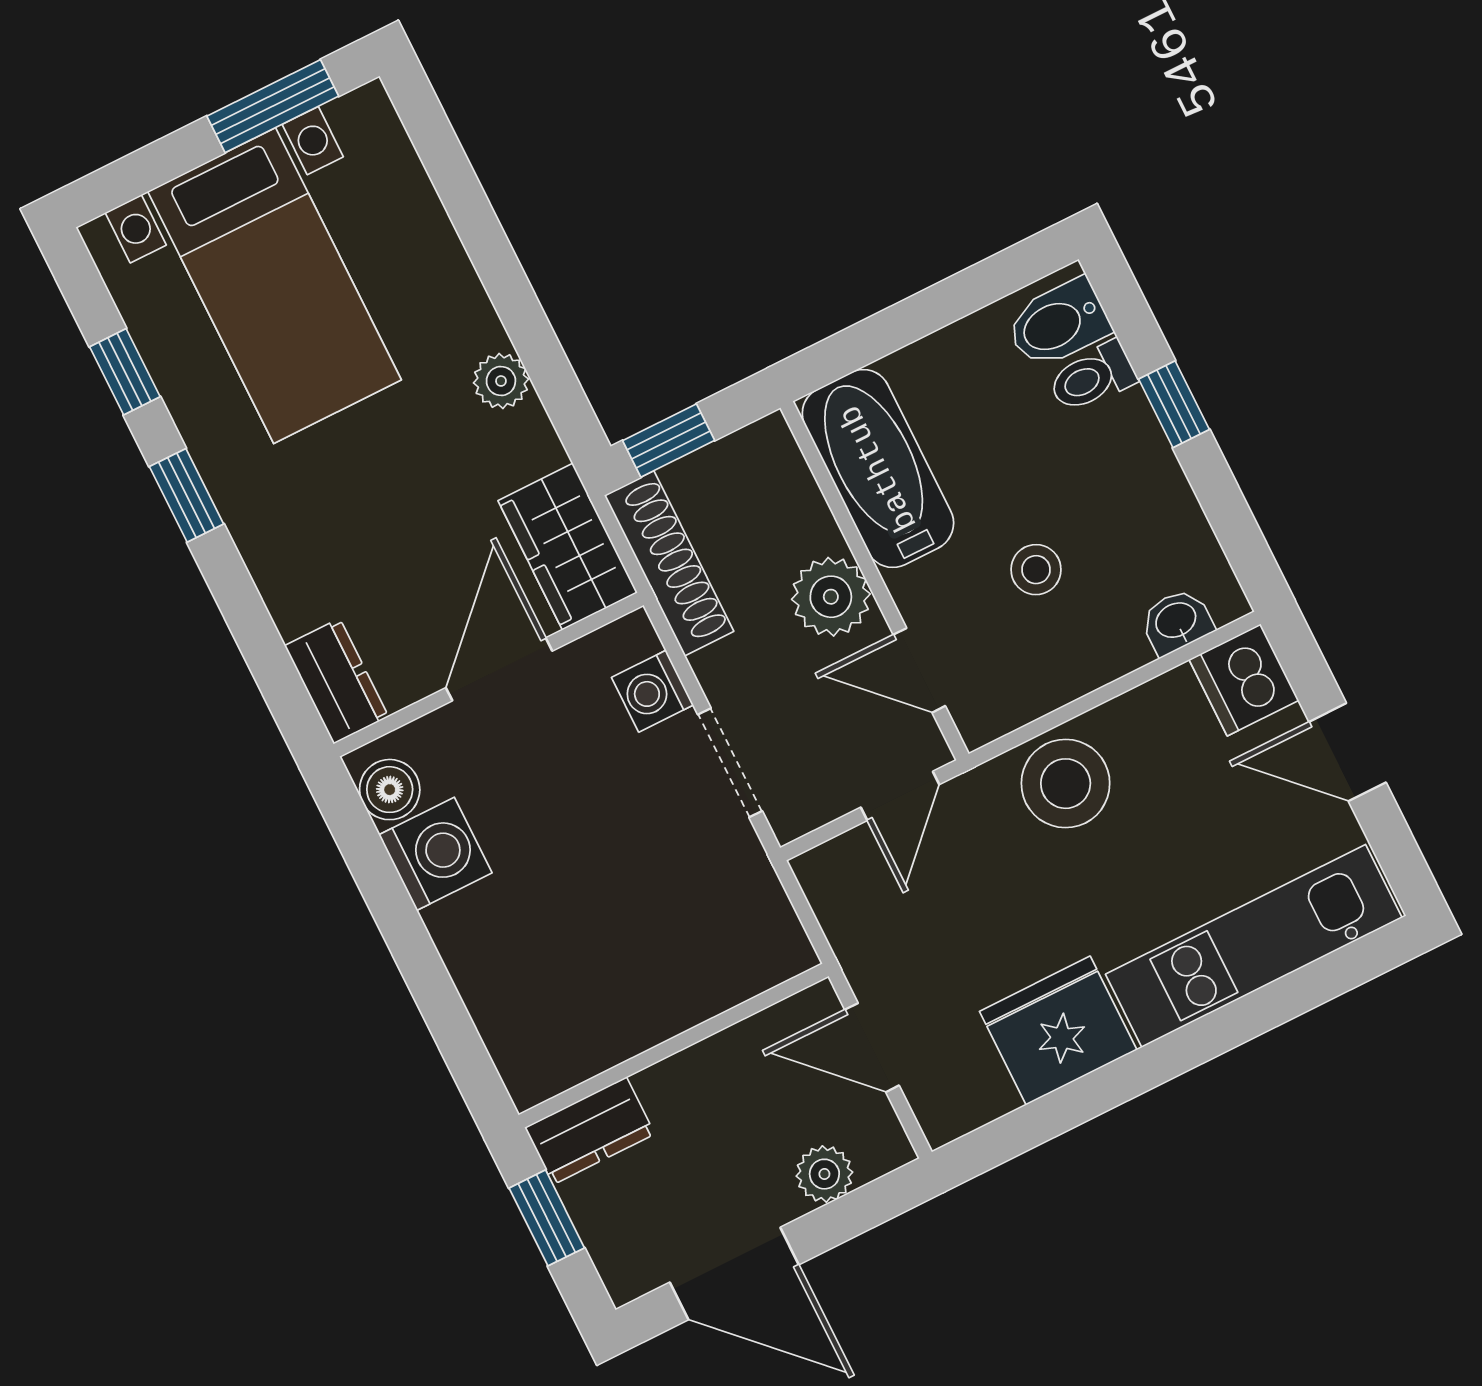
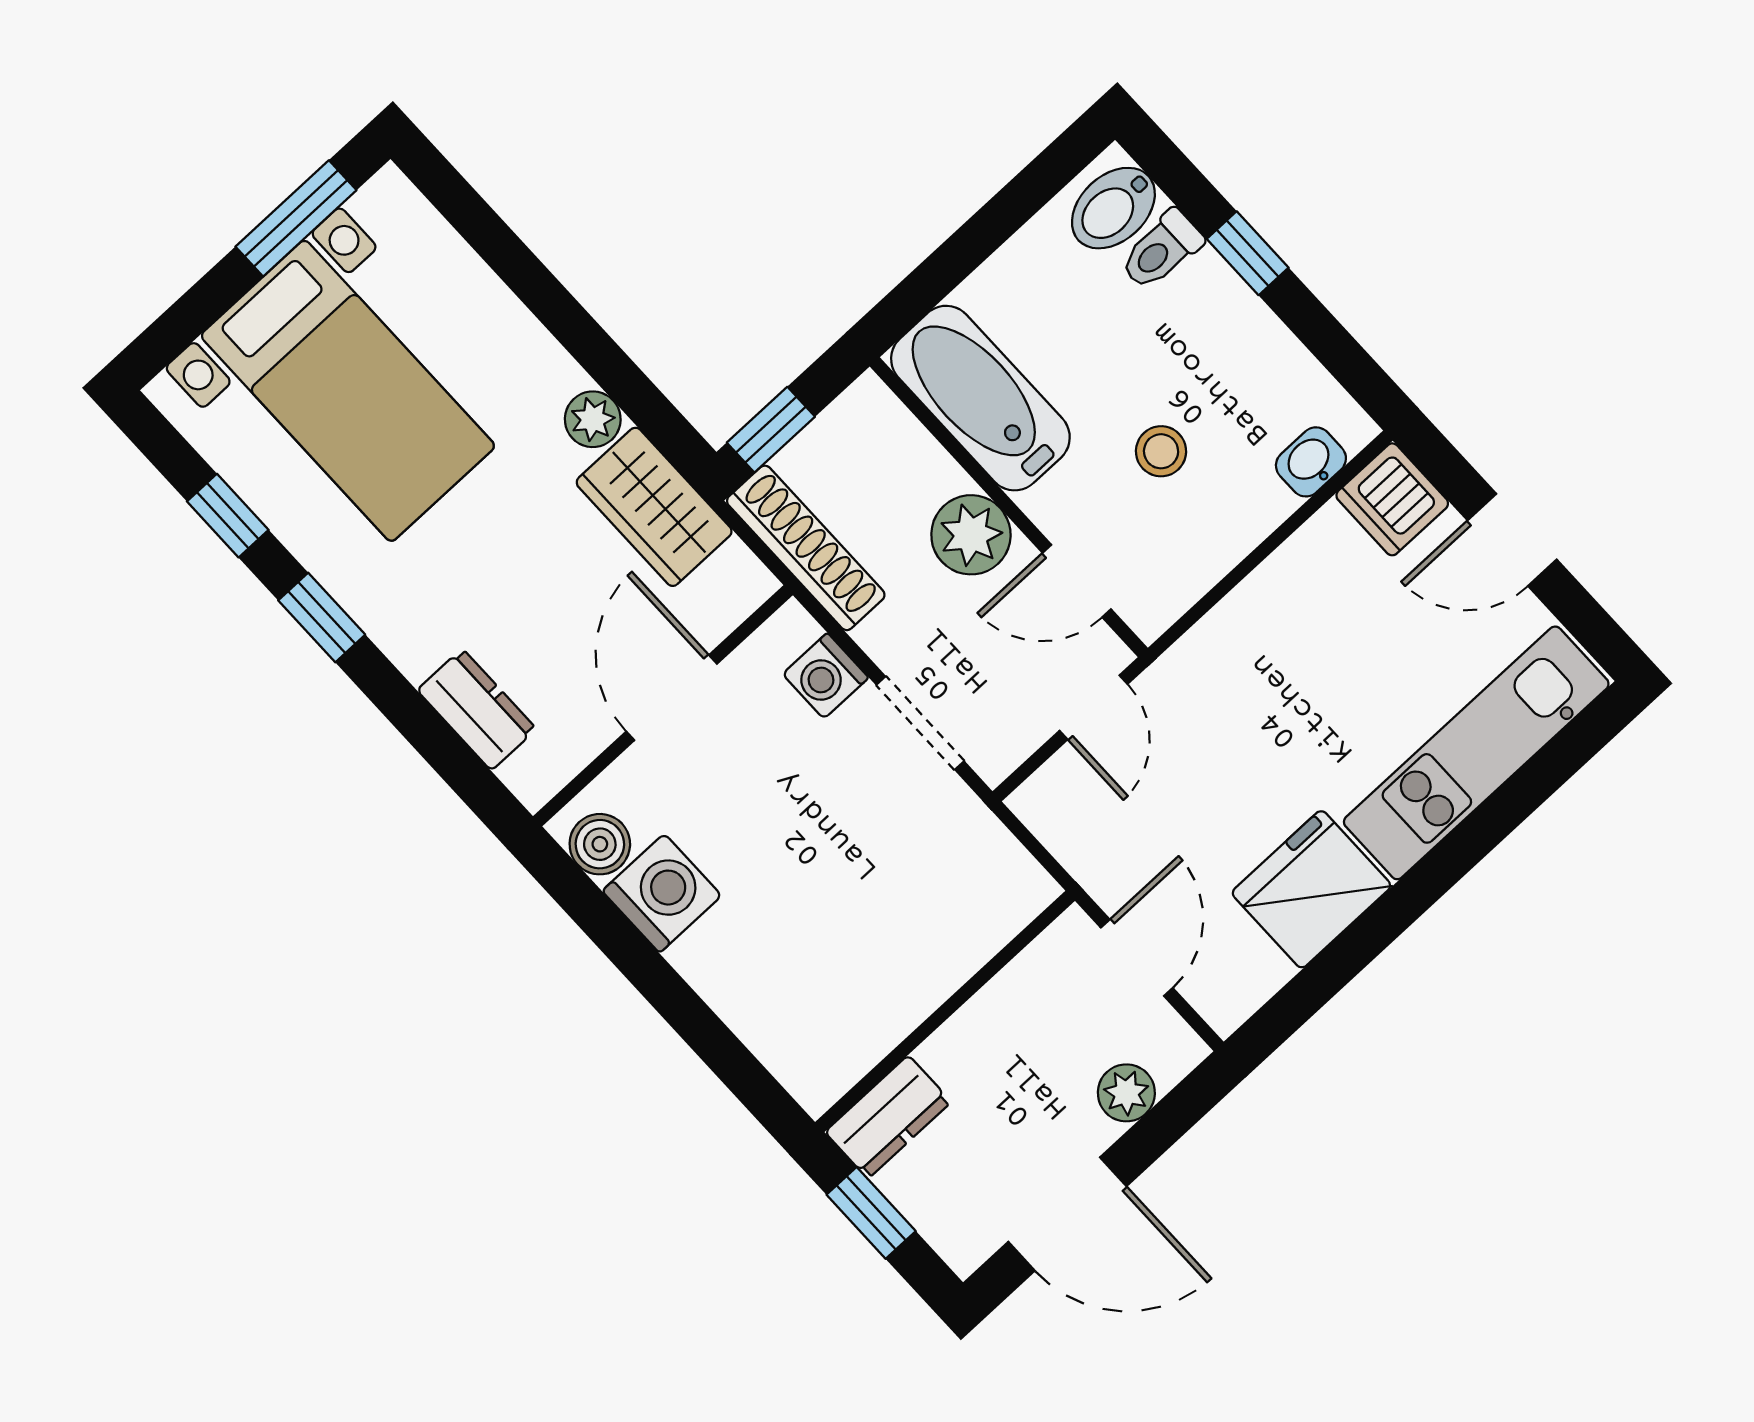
wardrobe: (568, 547) -> (654, 507), moved
dresser: (337, 681) -> (477, 709), moved
stool: (1066, 784) -> (1249, 649), removed
door: (872, 1048) -> (1137, 958), swing flipped

